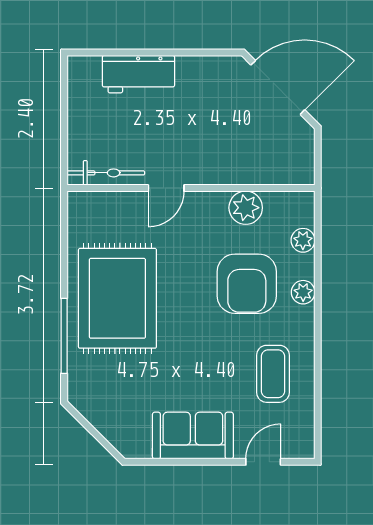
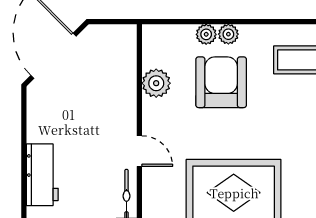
plant: (303, 240) -> (206, 34), moved
armchair: (247, 284) -> (221, 82), turned -90

